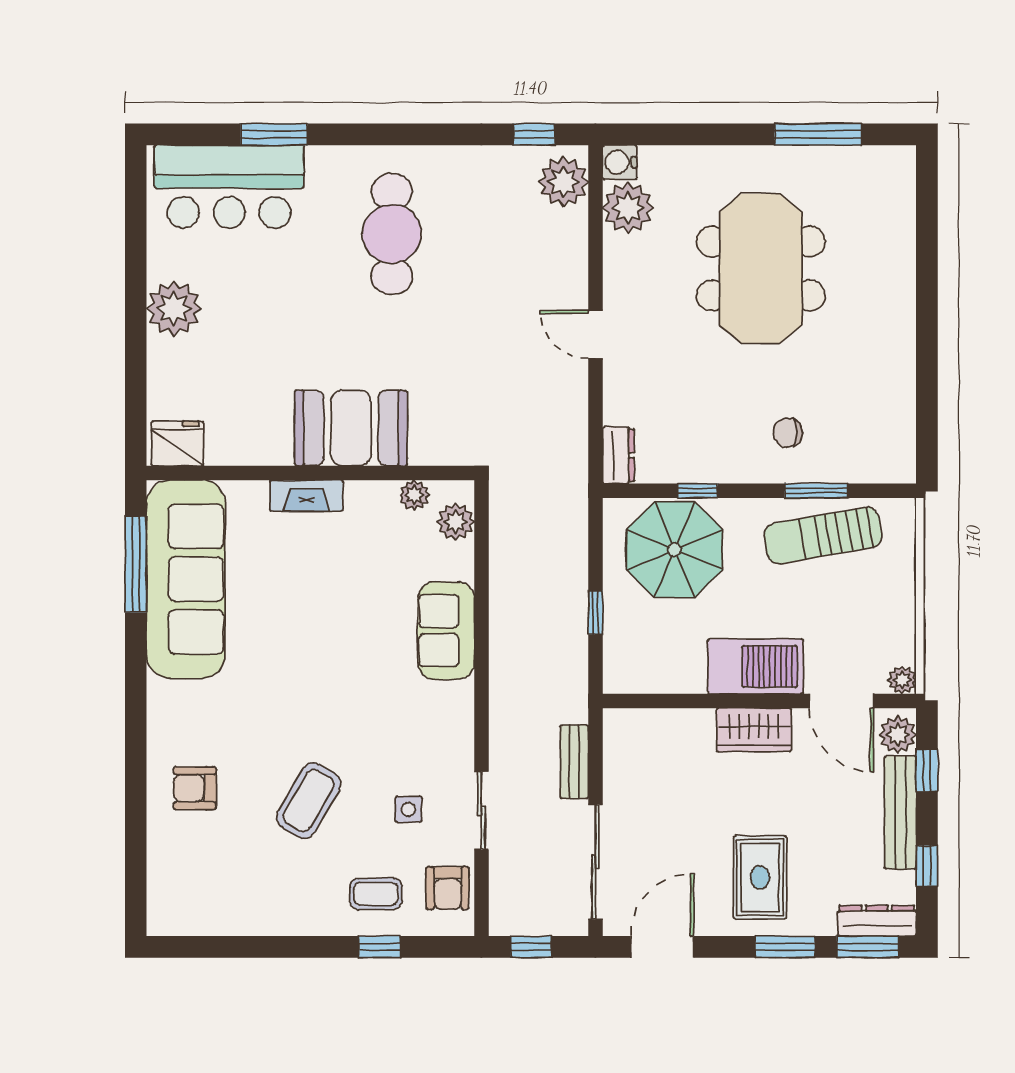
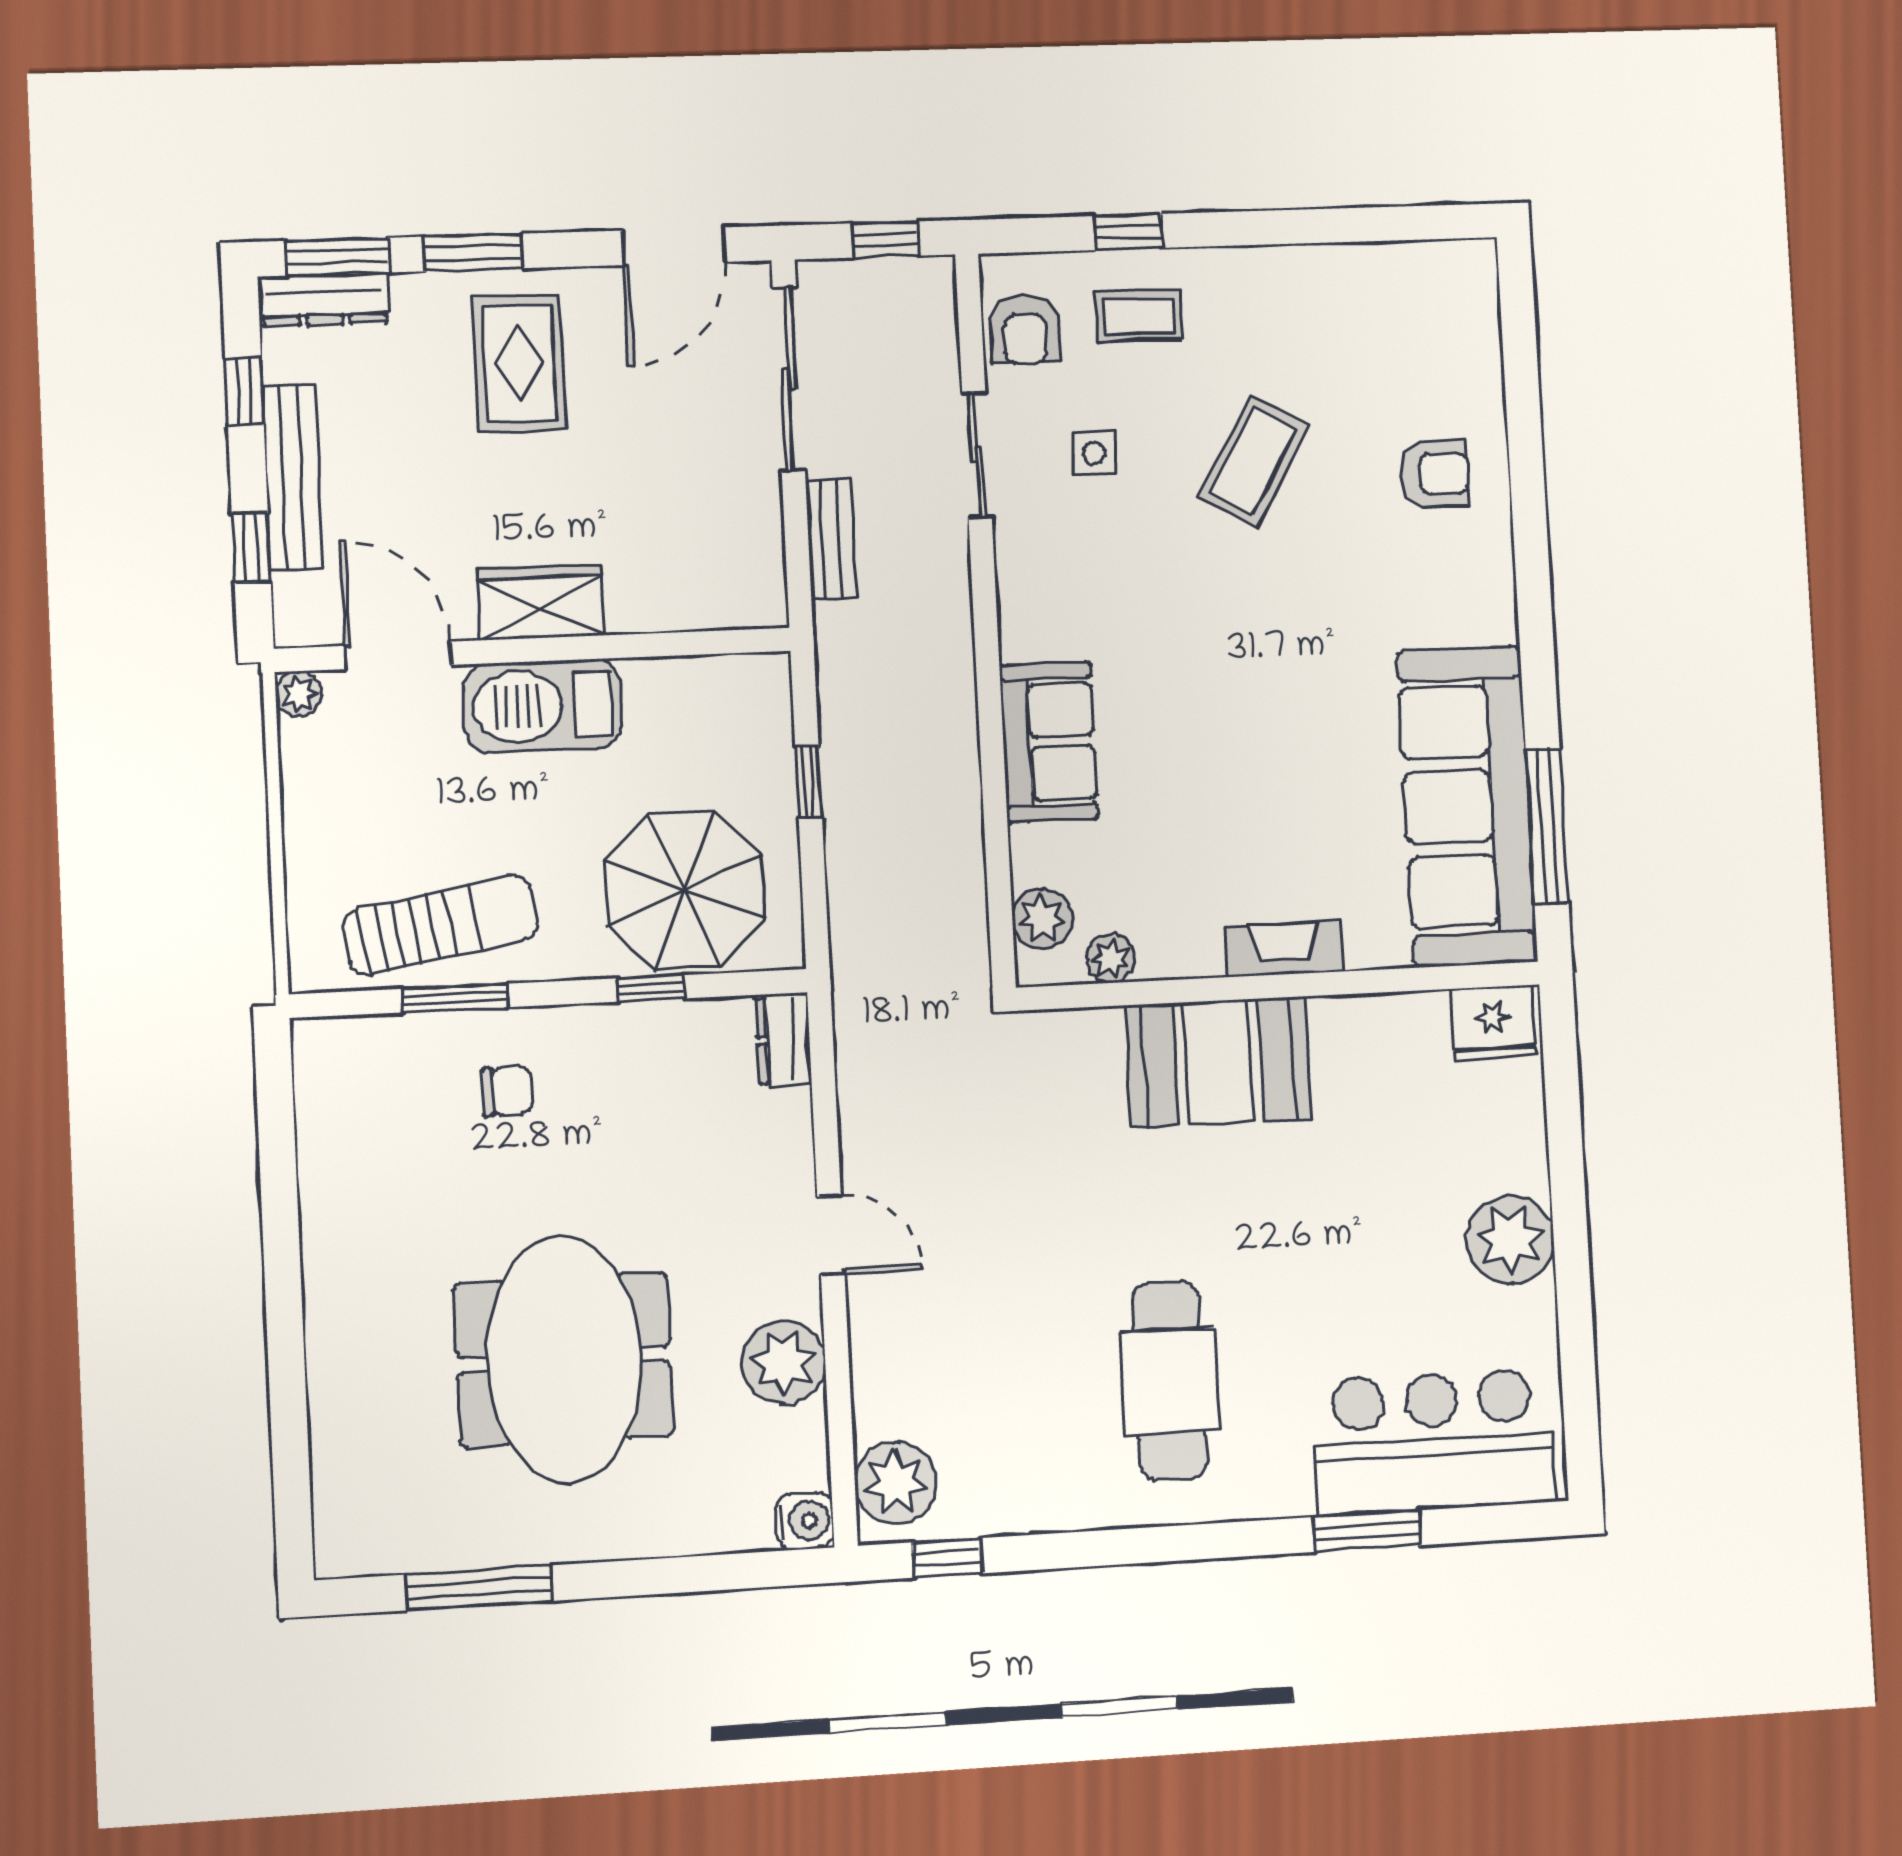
plant: (628, 208) -> (784, 1362), moved
plant: (898, 735) -> (302, 604), removed
armchair: (448, 888) -> (1025, 329), turned 180

